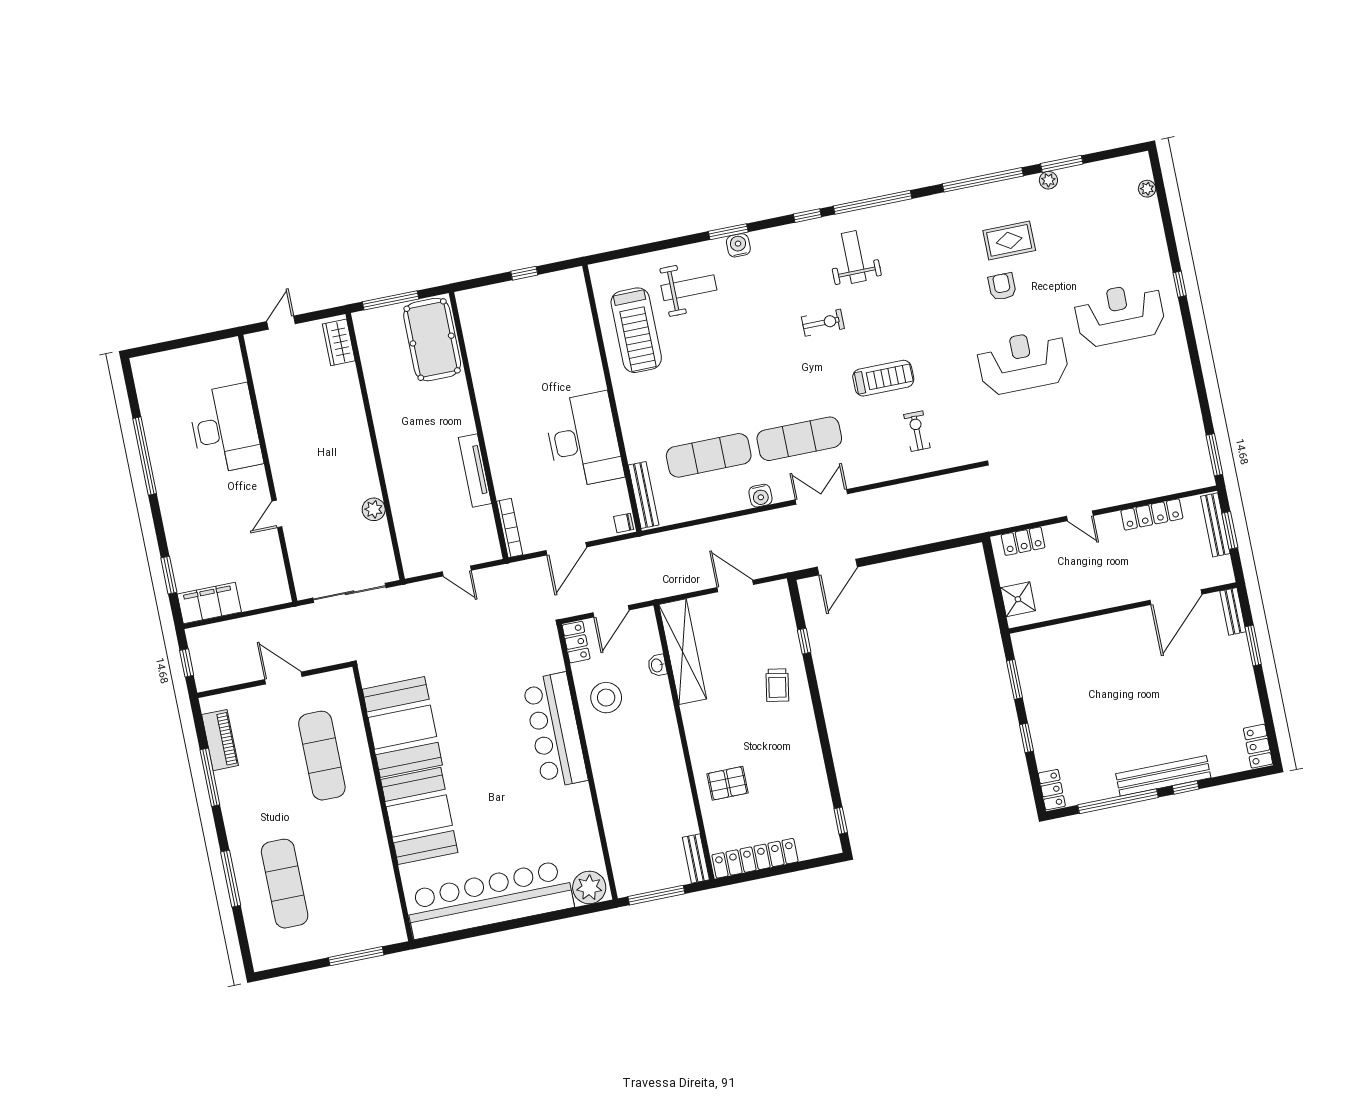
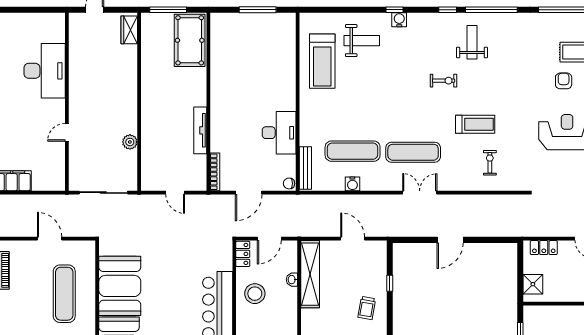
window: (728, 232) -> (394, 10), width x0.67
window: (524, 273) -> (258, 10), width x2.17
desk: (584, 440) -> (279, 133), width x0.73, depth x0.77
water cooler: (760, 496) -> (352, 184), moved
door: (837, 567) -> (450, 240), moved

